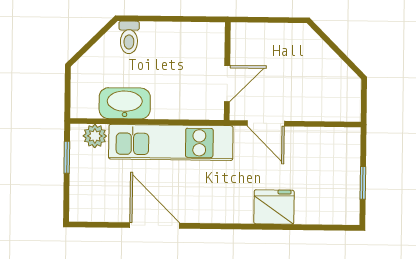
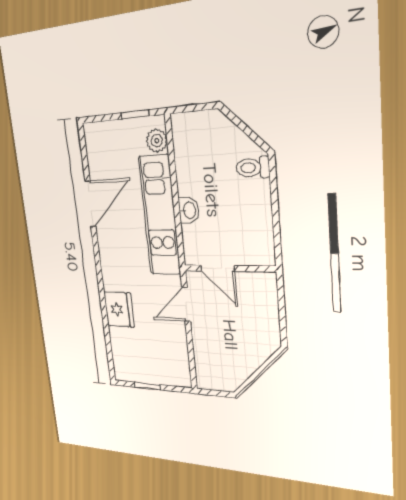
washbasin: (125, 103) -> (189, 210), moved, width x0.52, depth x0.69

